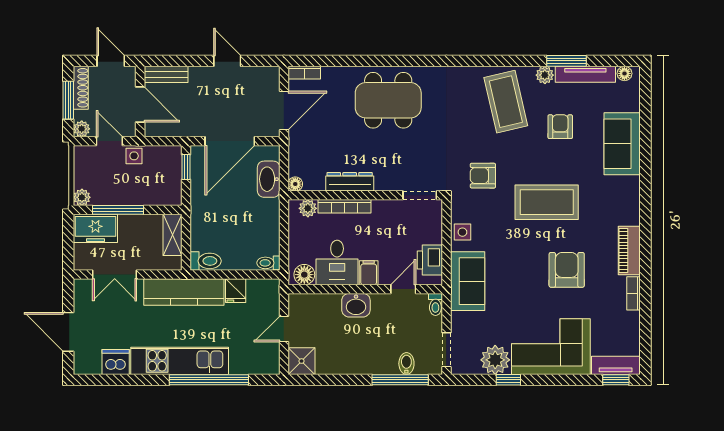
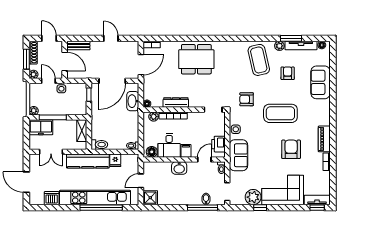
kitchen unit: (180, 361) -> (95, 198), width x1.36

